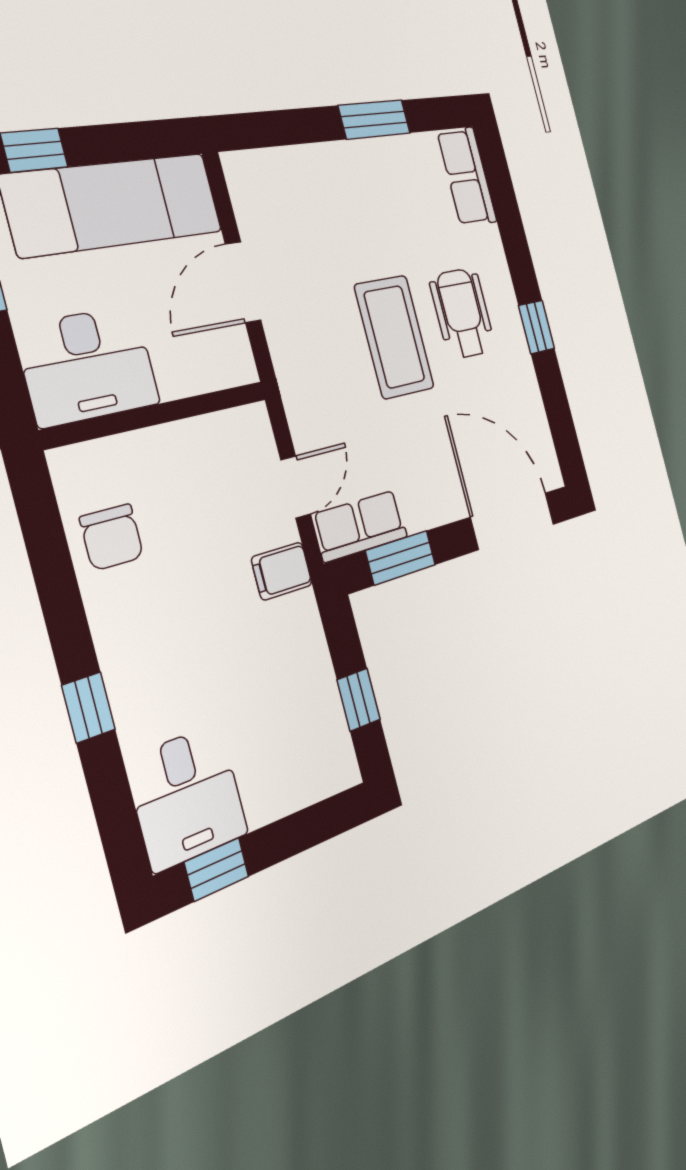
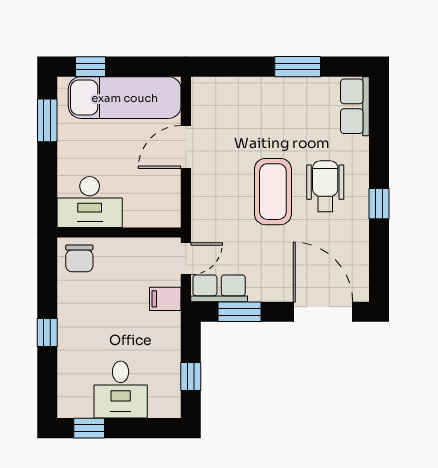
desk: (88, 366) -> (90, 202), moved
wall: (158, 414) -> (119, 232), moved
desk: (187, 797) -> (121, 390), moved

